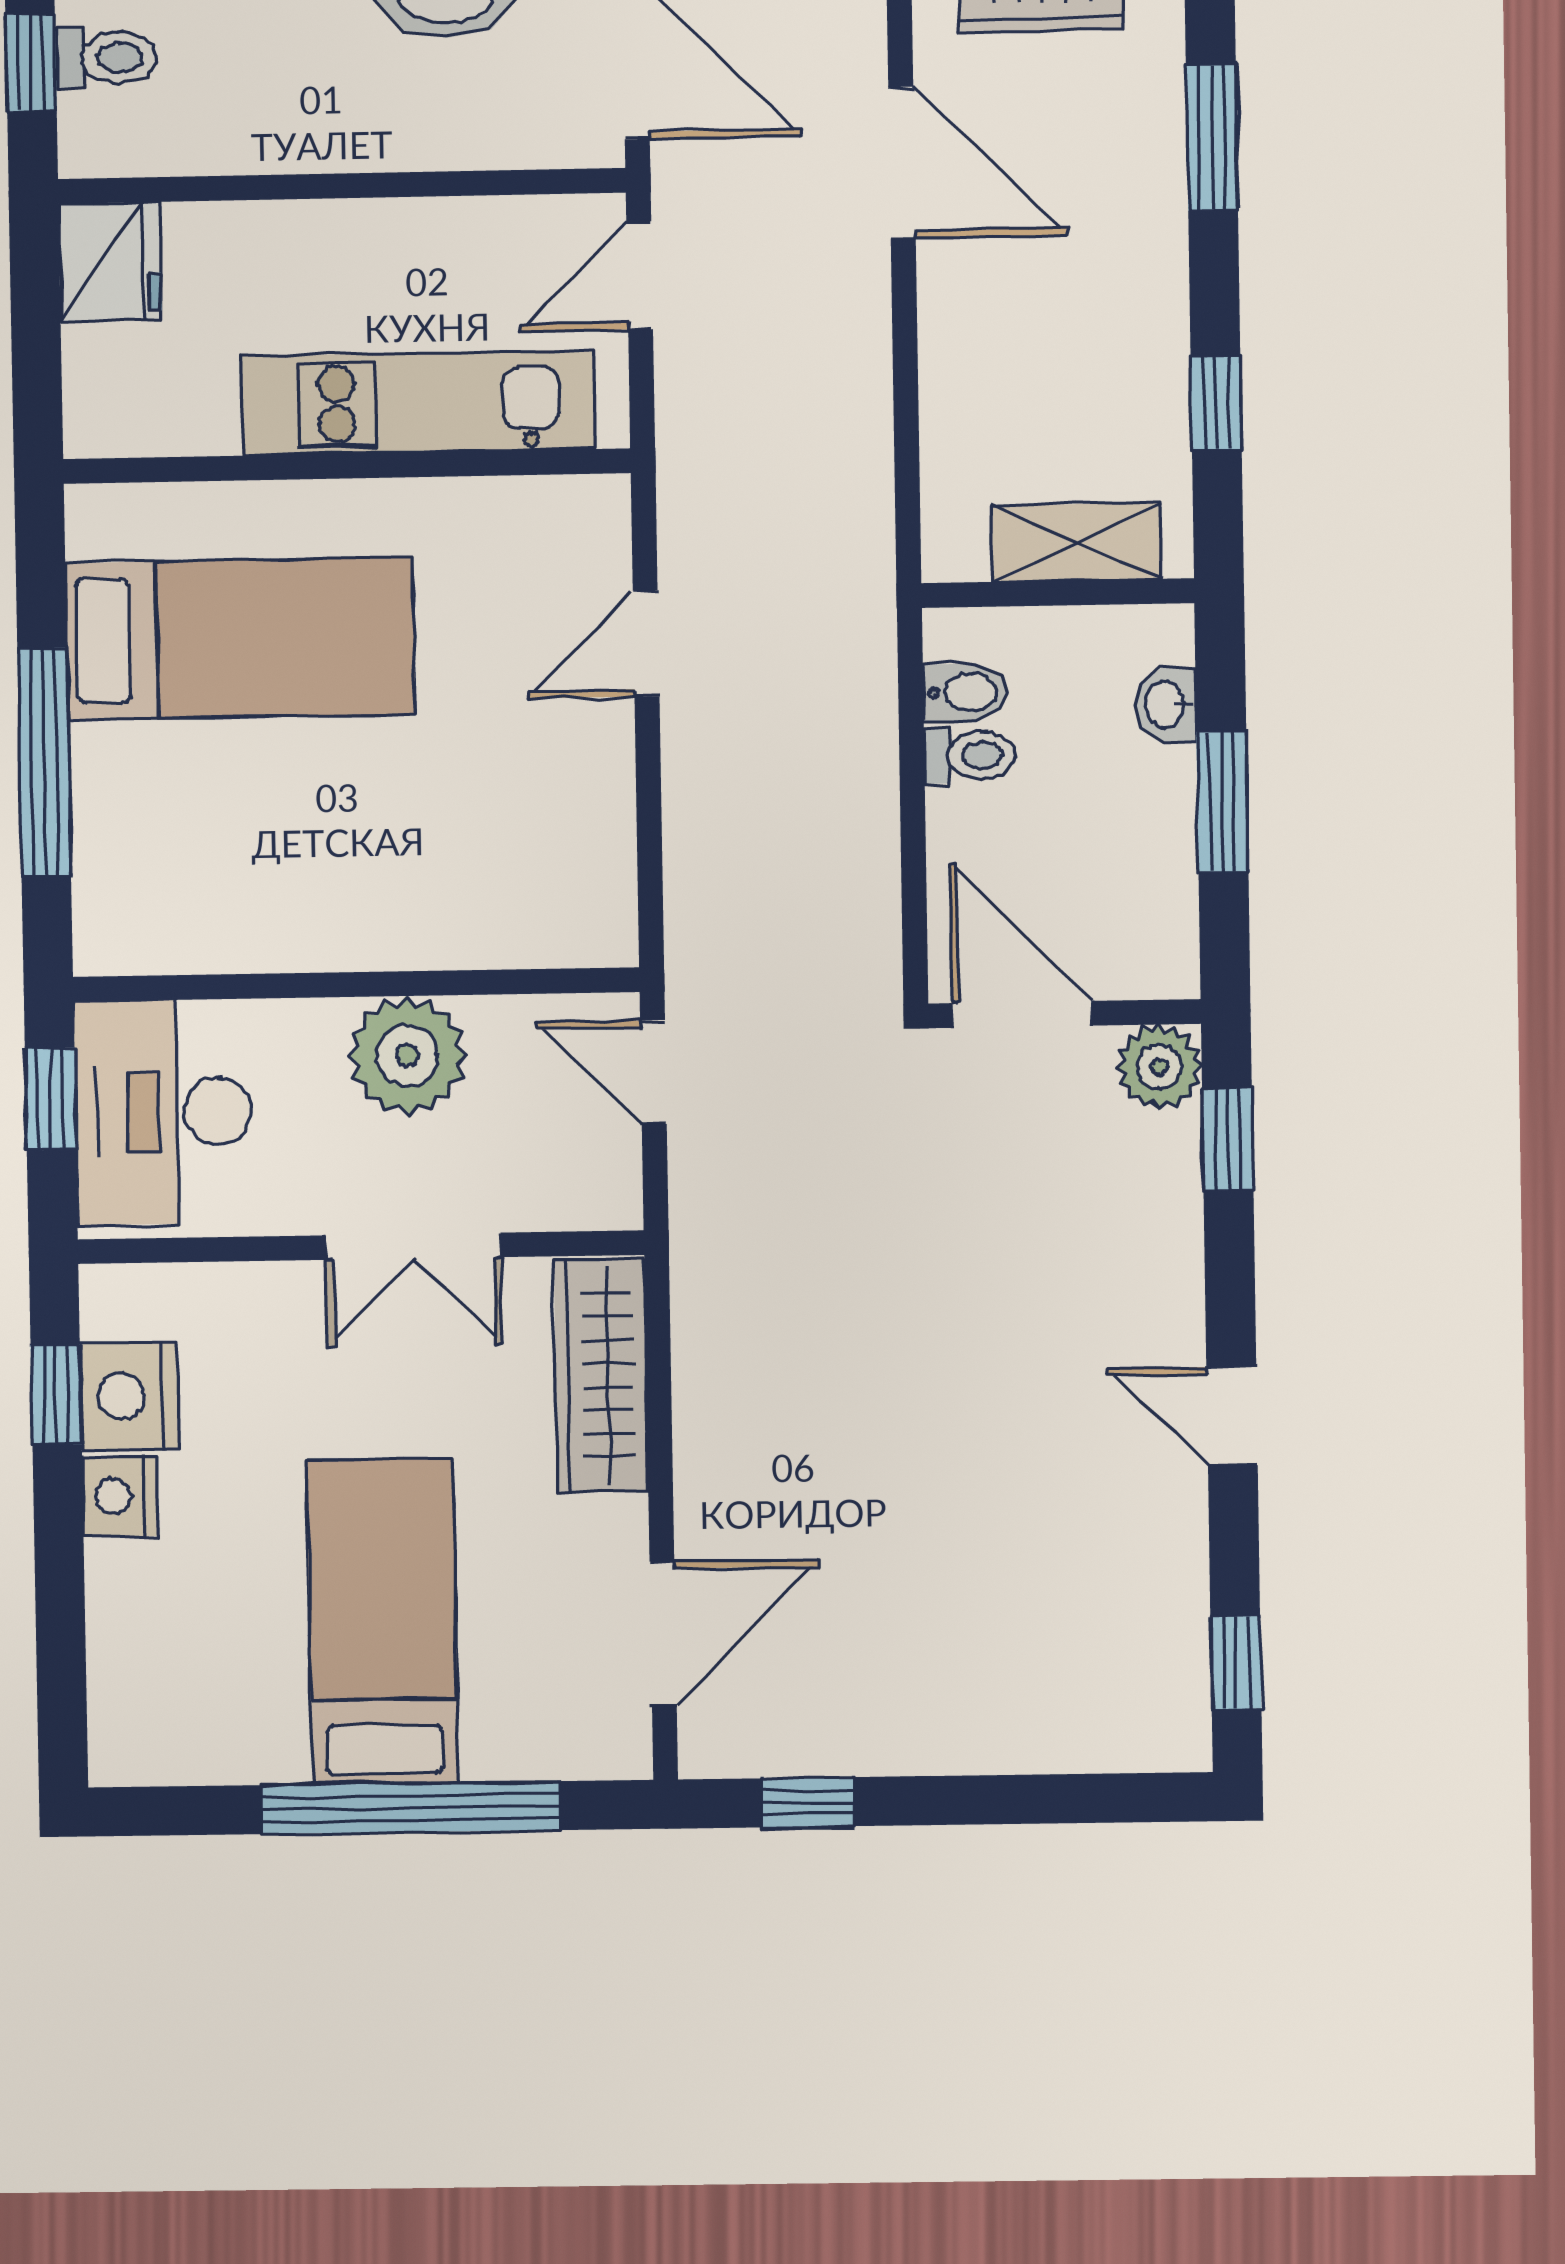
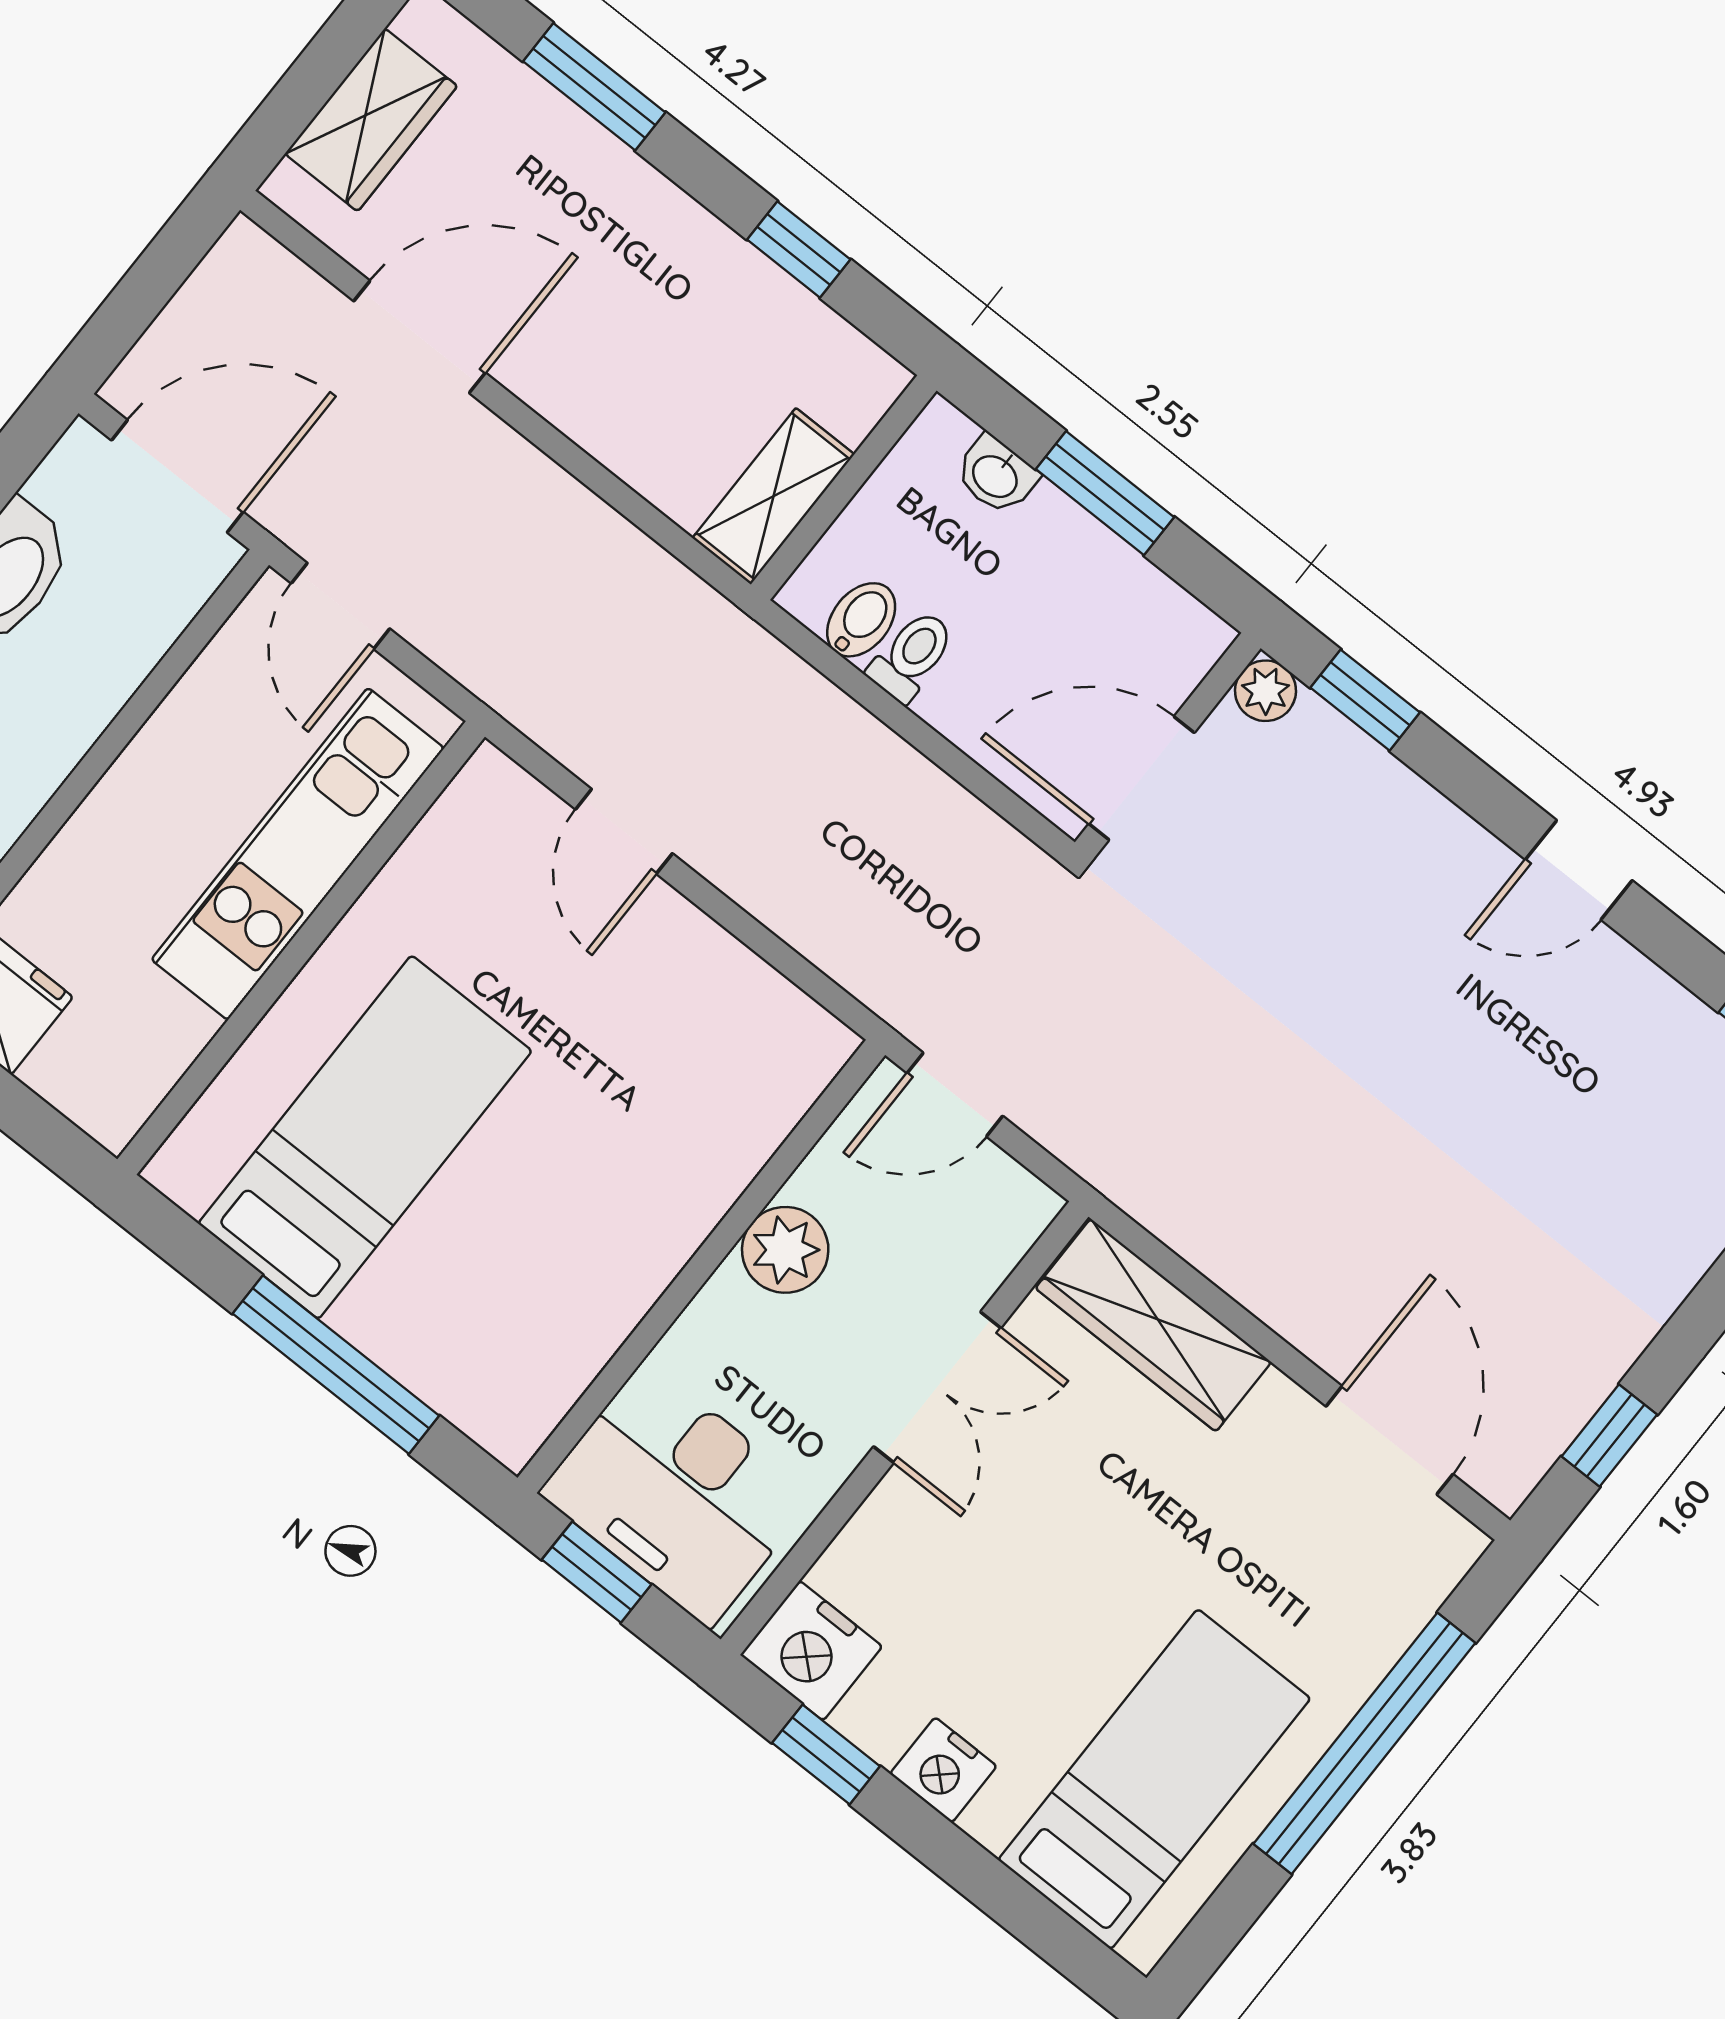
shelving: (1076, 542) -> (773, 496), moved
plant: (407, 1055) -> (785, 1250), width x0.73, depth x0.73
plant: (1159, 1067) -> (1266, 691), width x0.73, depth x0.73
nightstand: (129, 1396) -> (811, 1651), moved
bed: (383, 1621) -> (1154, 1779), moved, turned 90

